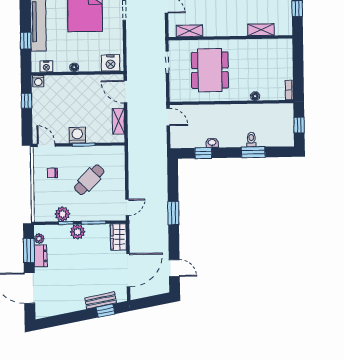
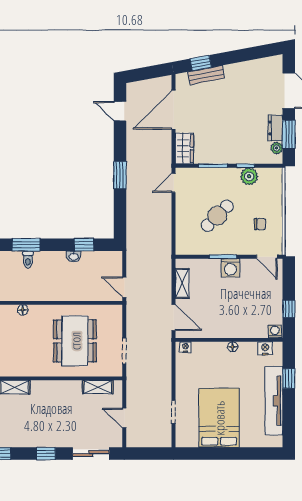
nightstand: (110, 63) -> (185, 347), width x0.53, depth x0.56
plant: (77, 232) -> (232, 155), removed

